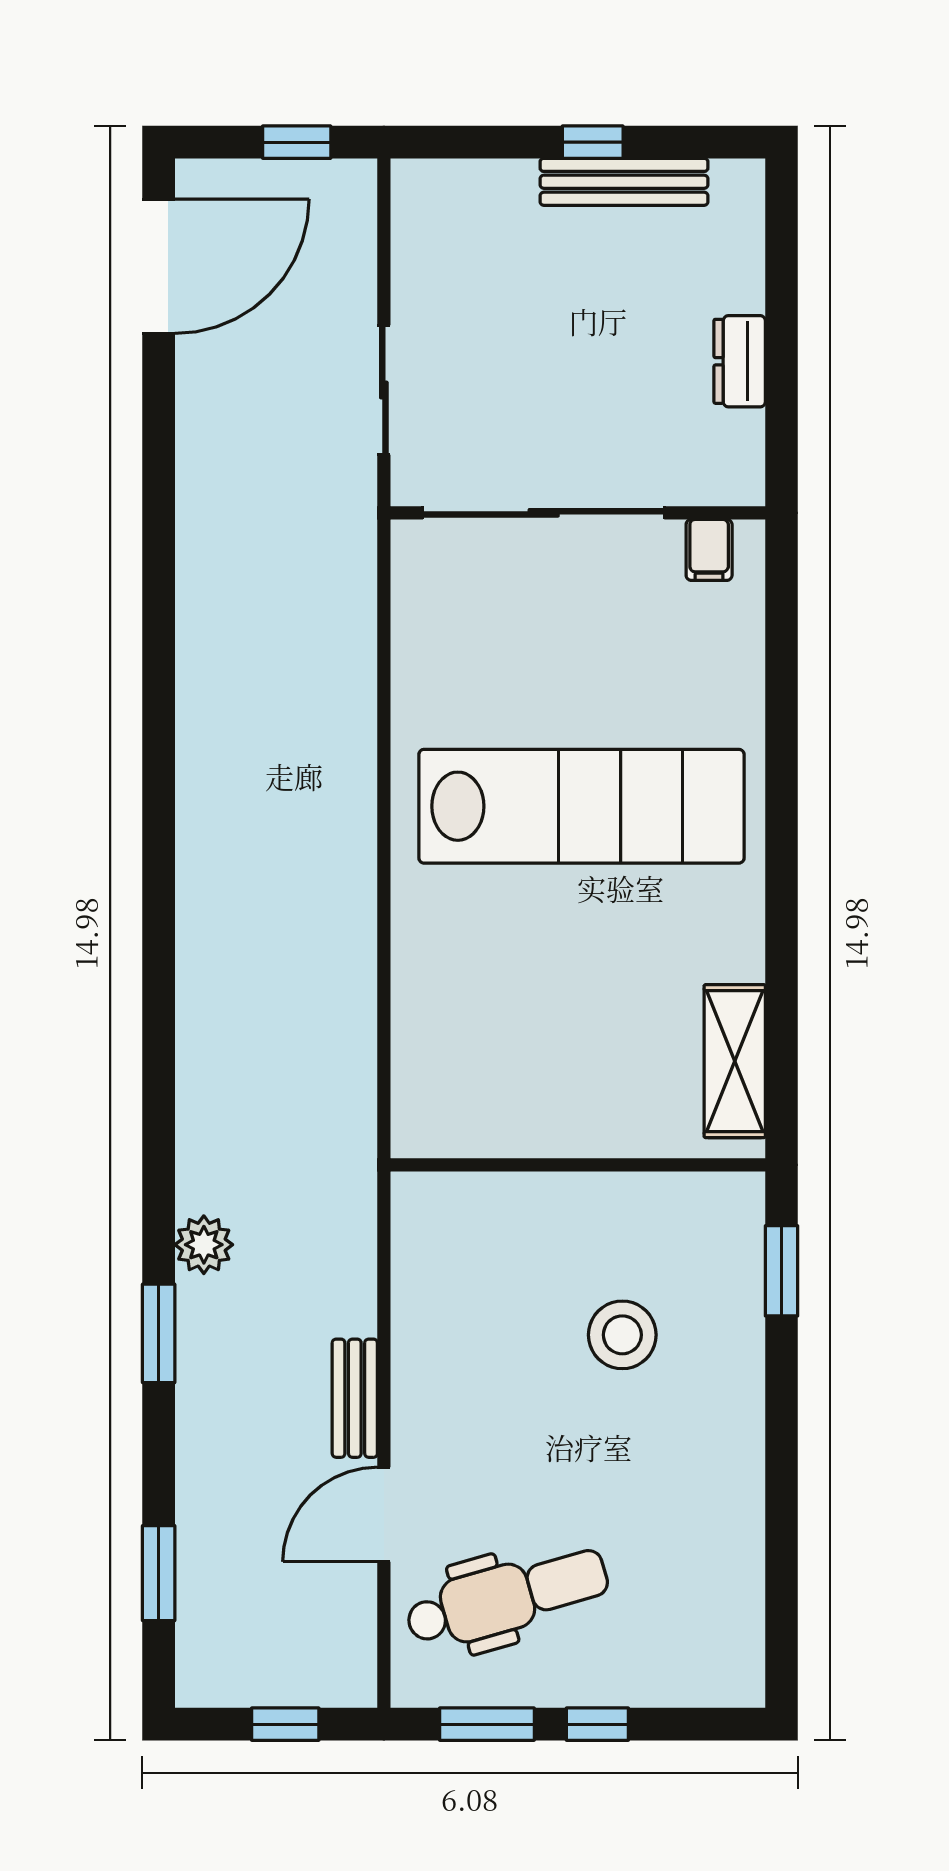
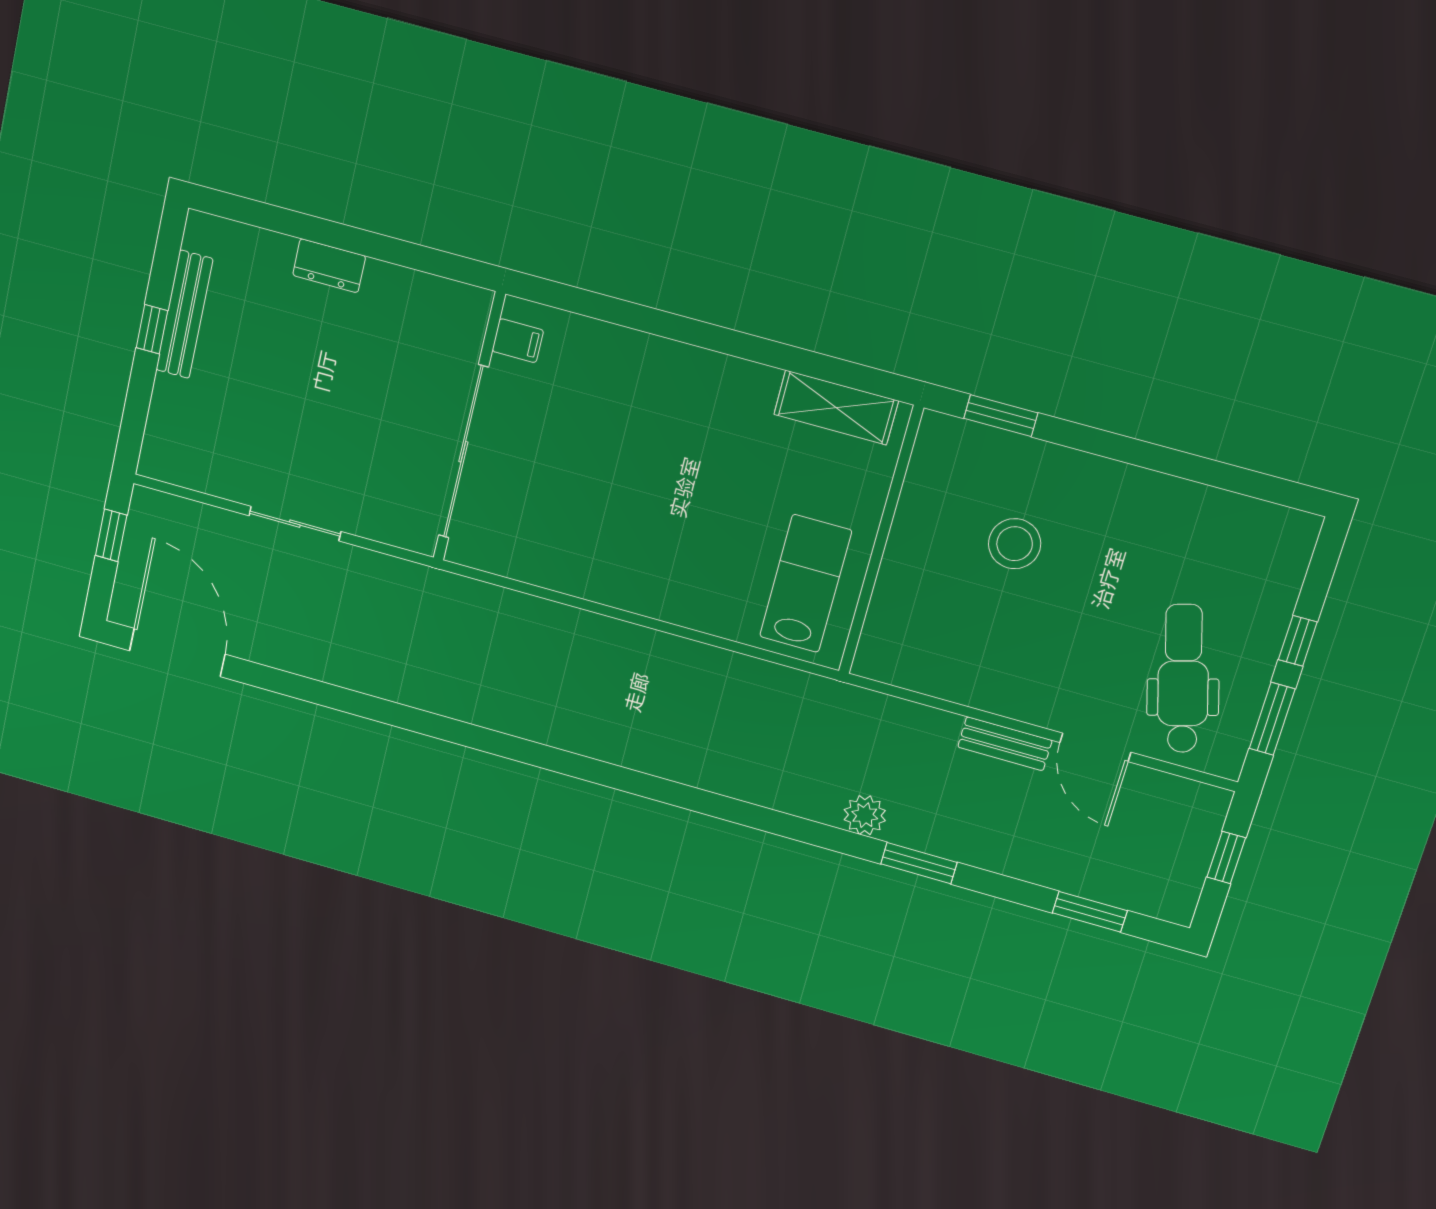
sliding door: (544, 513) -> (463, 452), moved
wall: (578, 513) -> (469, 428), moved
filing cabinet: (709, 550) -> (518, 341), moved
lab bench: (581, 806) -> (806, 584), moved, width x0.54, depth x0.72

